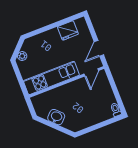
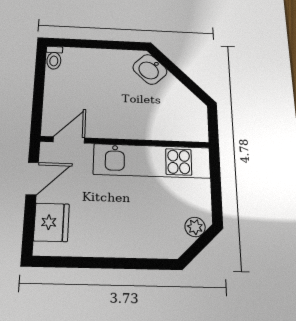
fridge: (68, 30) -> (51, 222), moved, turned 90
washbasin: (56, 117) -> (150, 69), moved

